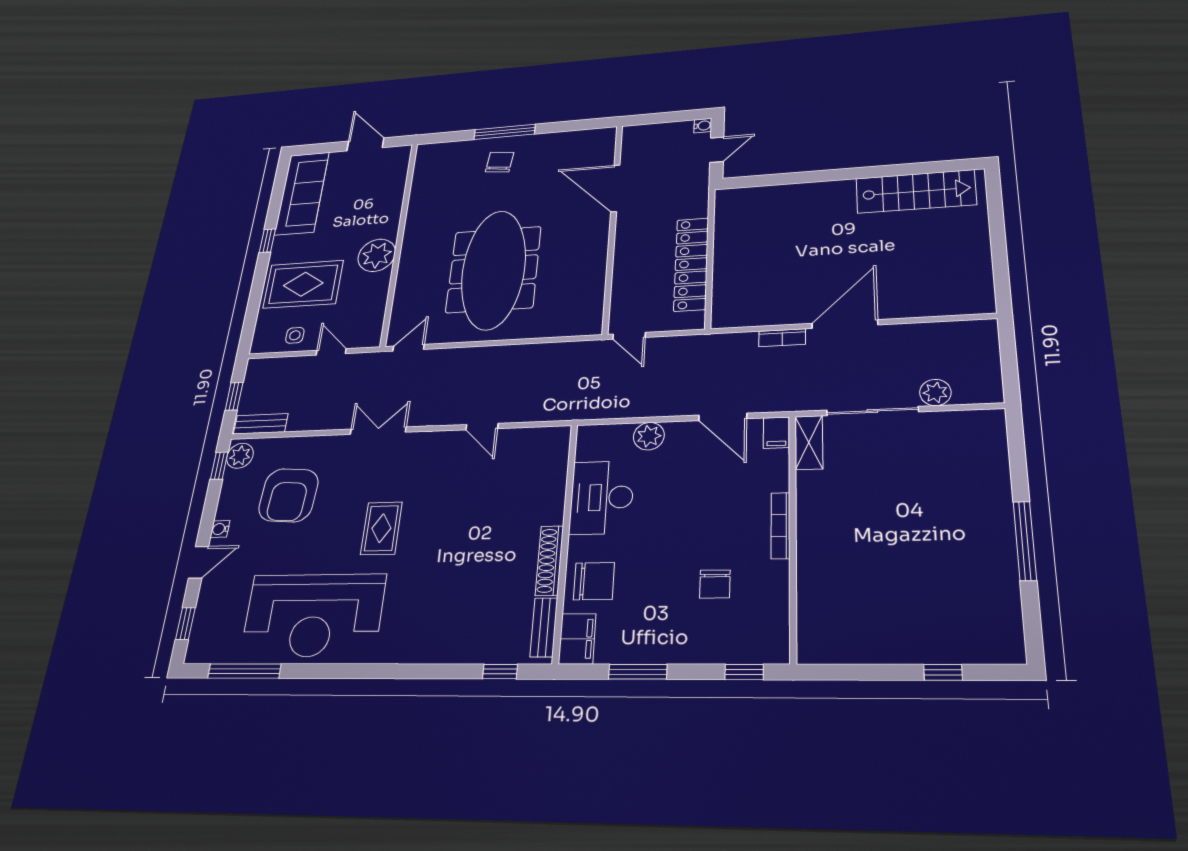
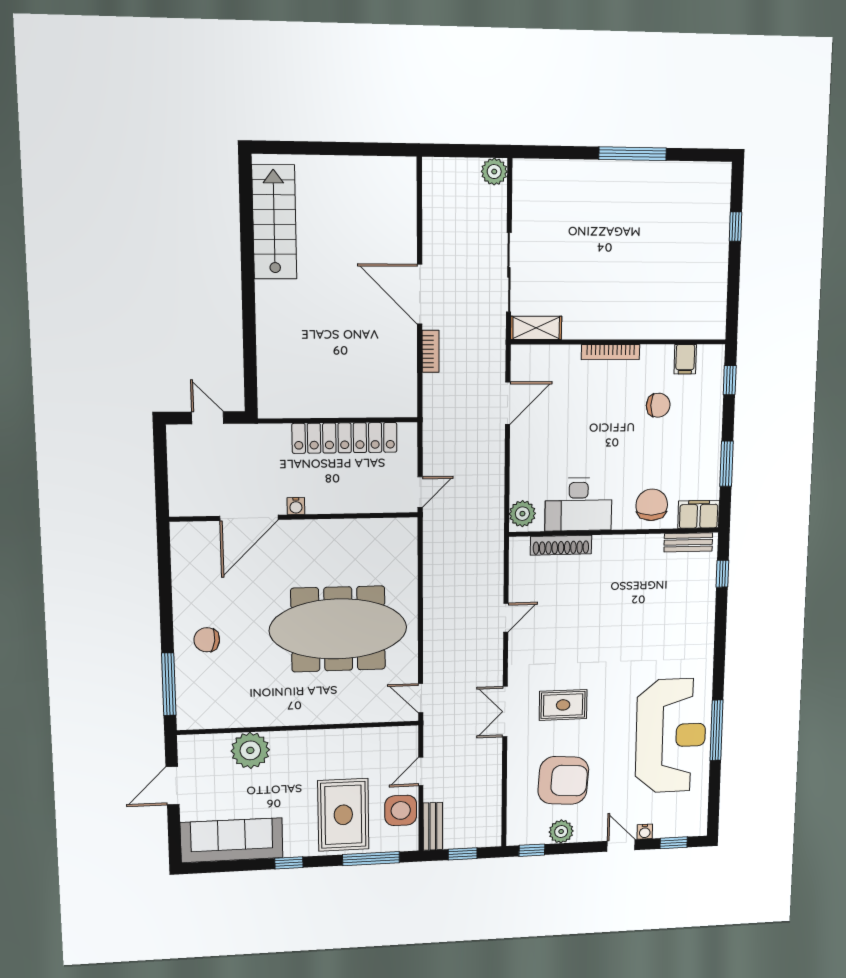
water cooler: (703, 126) -> (296, 506), moved, turned 180
window: (505, 132) -> (169, 684), moved
plant: (377, 255) -> (250, 750), moved
window: (252, 311) -> (371, 859), added
side table: (295, 335) -> (401, 810), width x1.87, depth x1.87
plant: (935, 392) -> (494, 172), moved
bench: (261, 424) -> (433, 826), moved
filing cabinet: (776, 433) -> (685, 359), moved, turned 90
plant: (649, 436) -> (522, 514), moved
plant: (240, 456) -> (561, 832), moved
rug: (381, 528) -> (563, 705), moved
water cooler: (220, 529) -> (645, 832), moved
shoe rack: (550, 561) -> (561, 545), moved
window: (244, 671) -> (716, 730), moved

